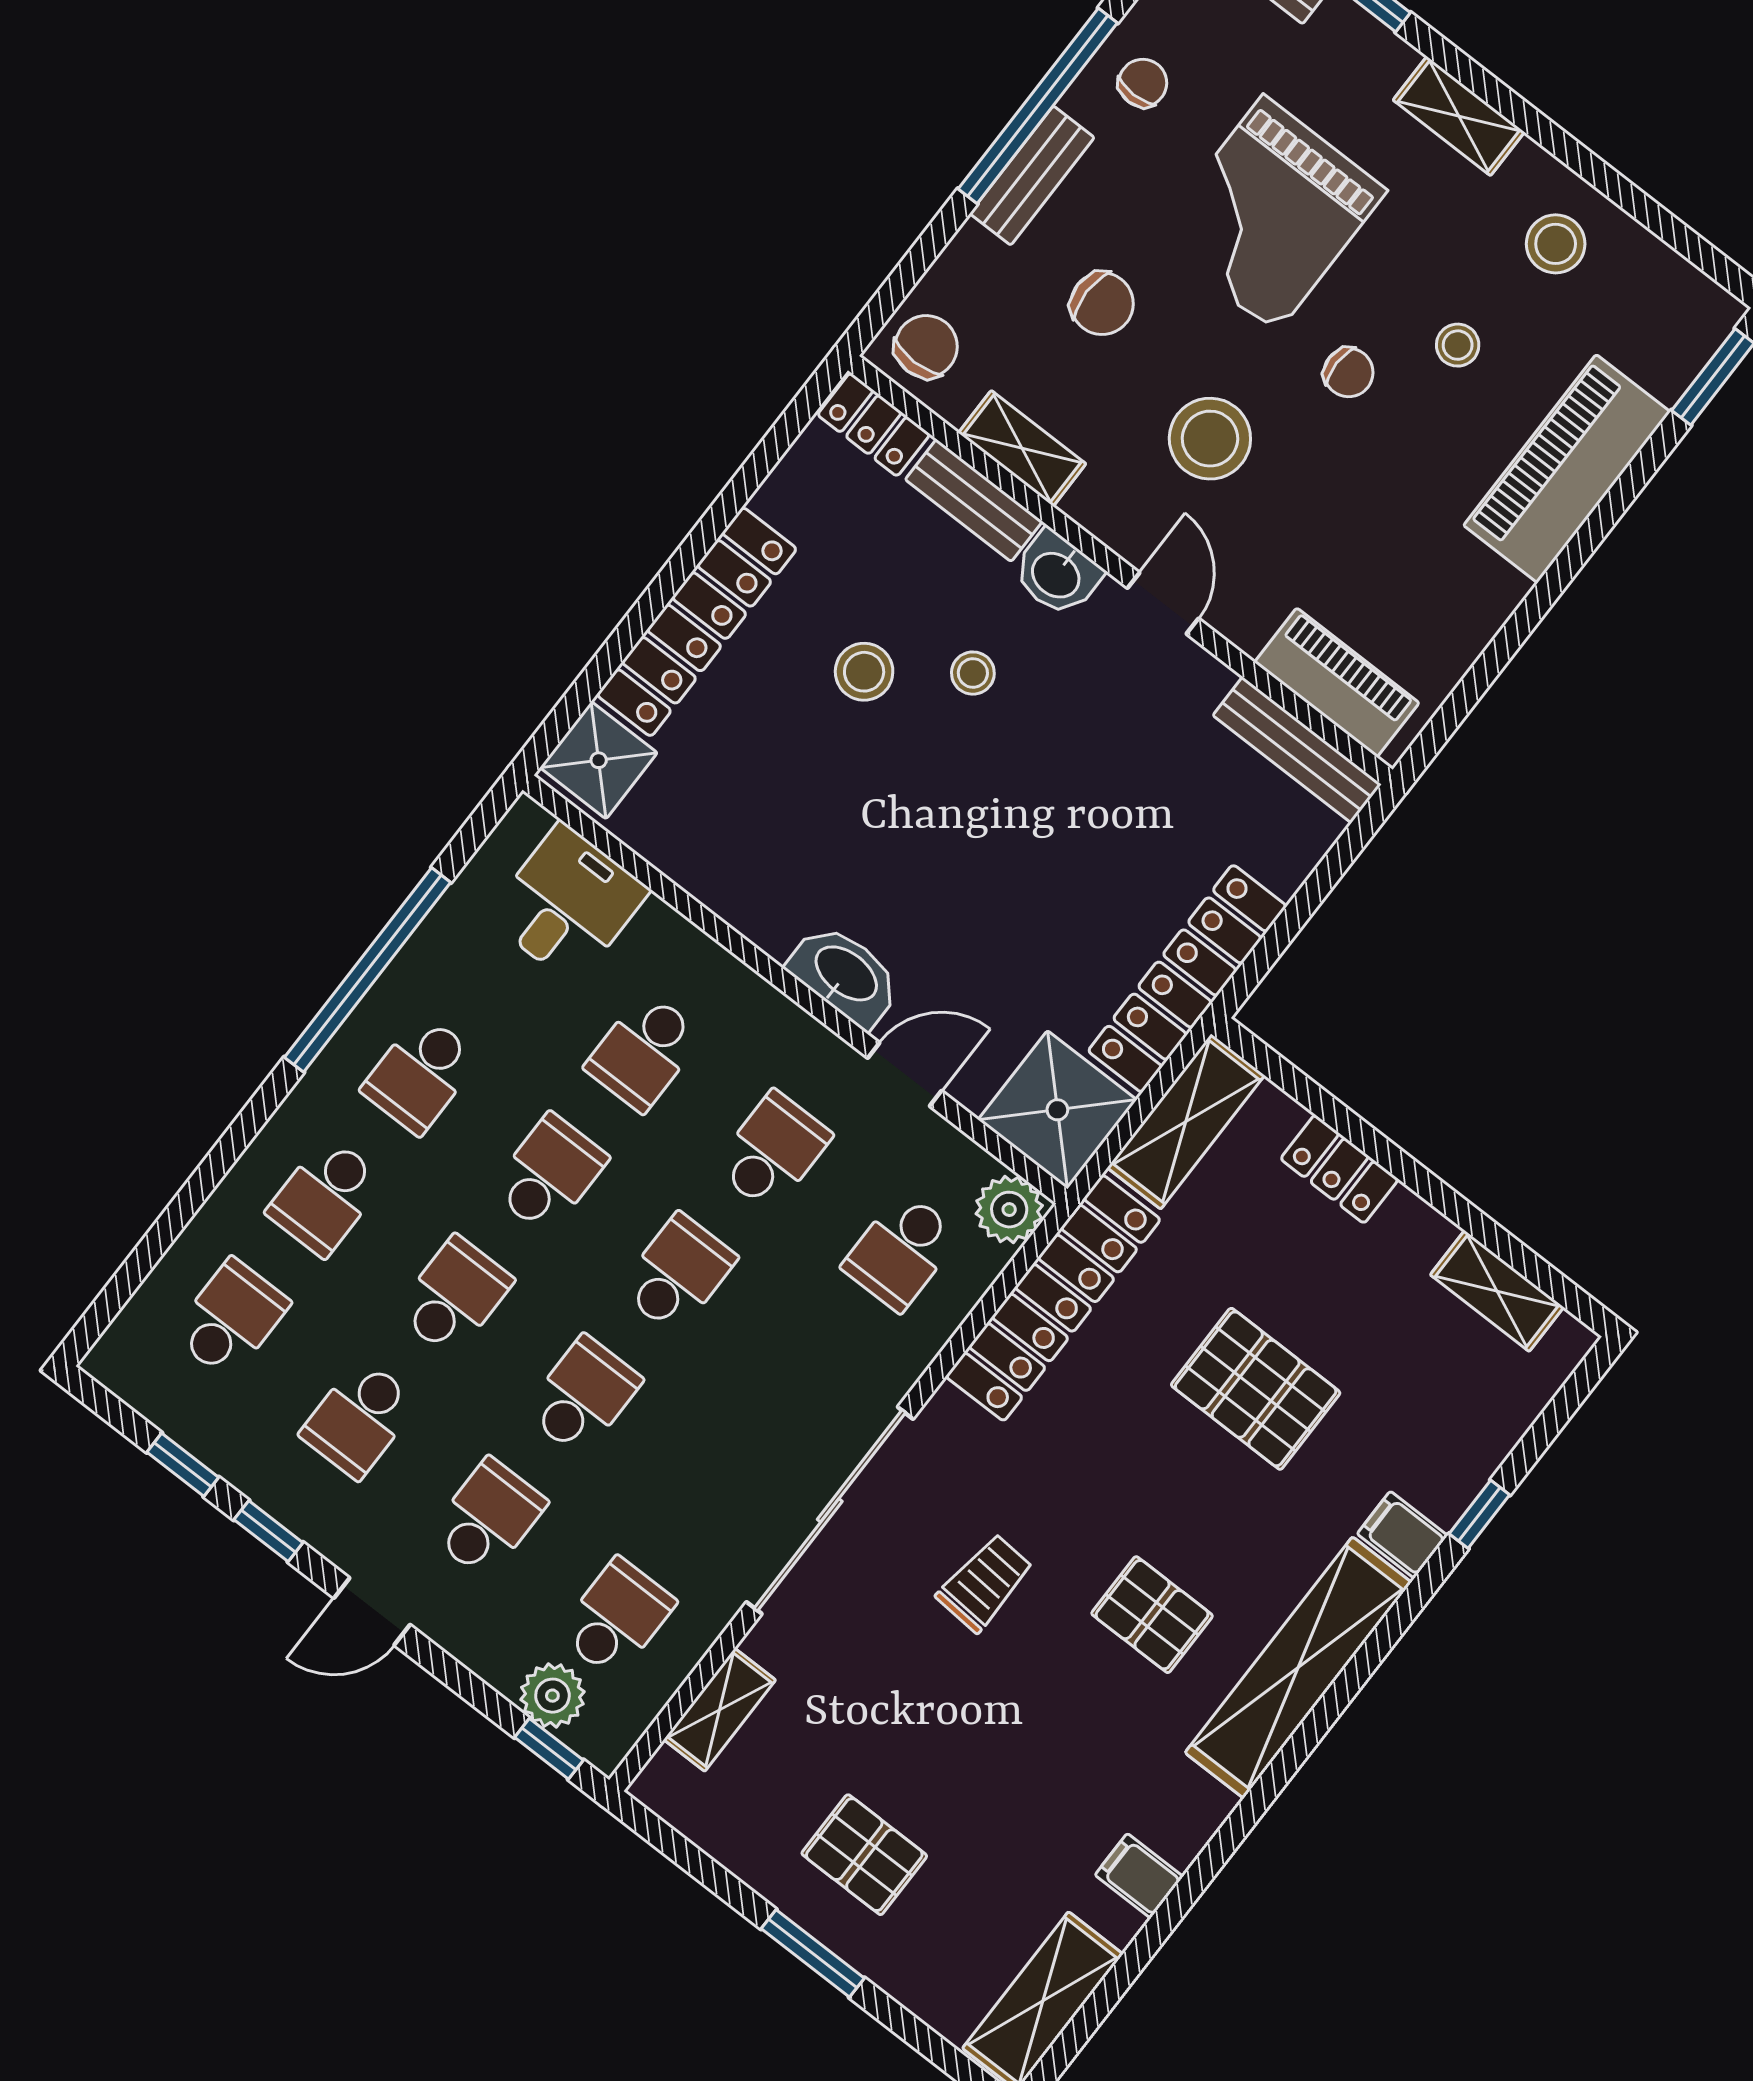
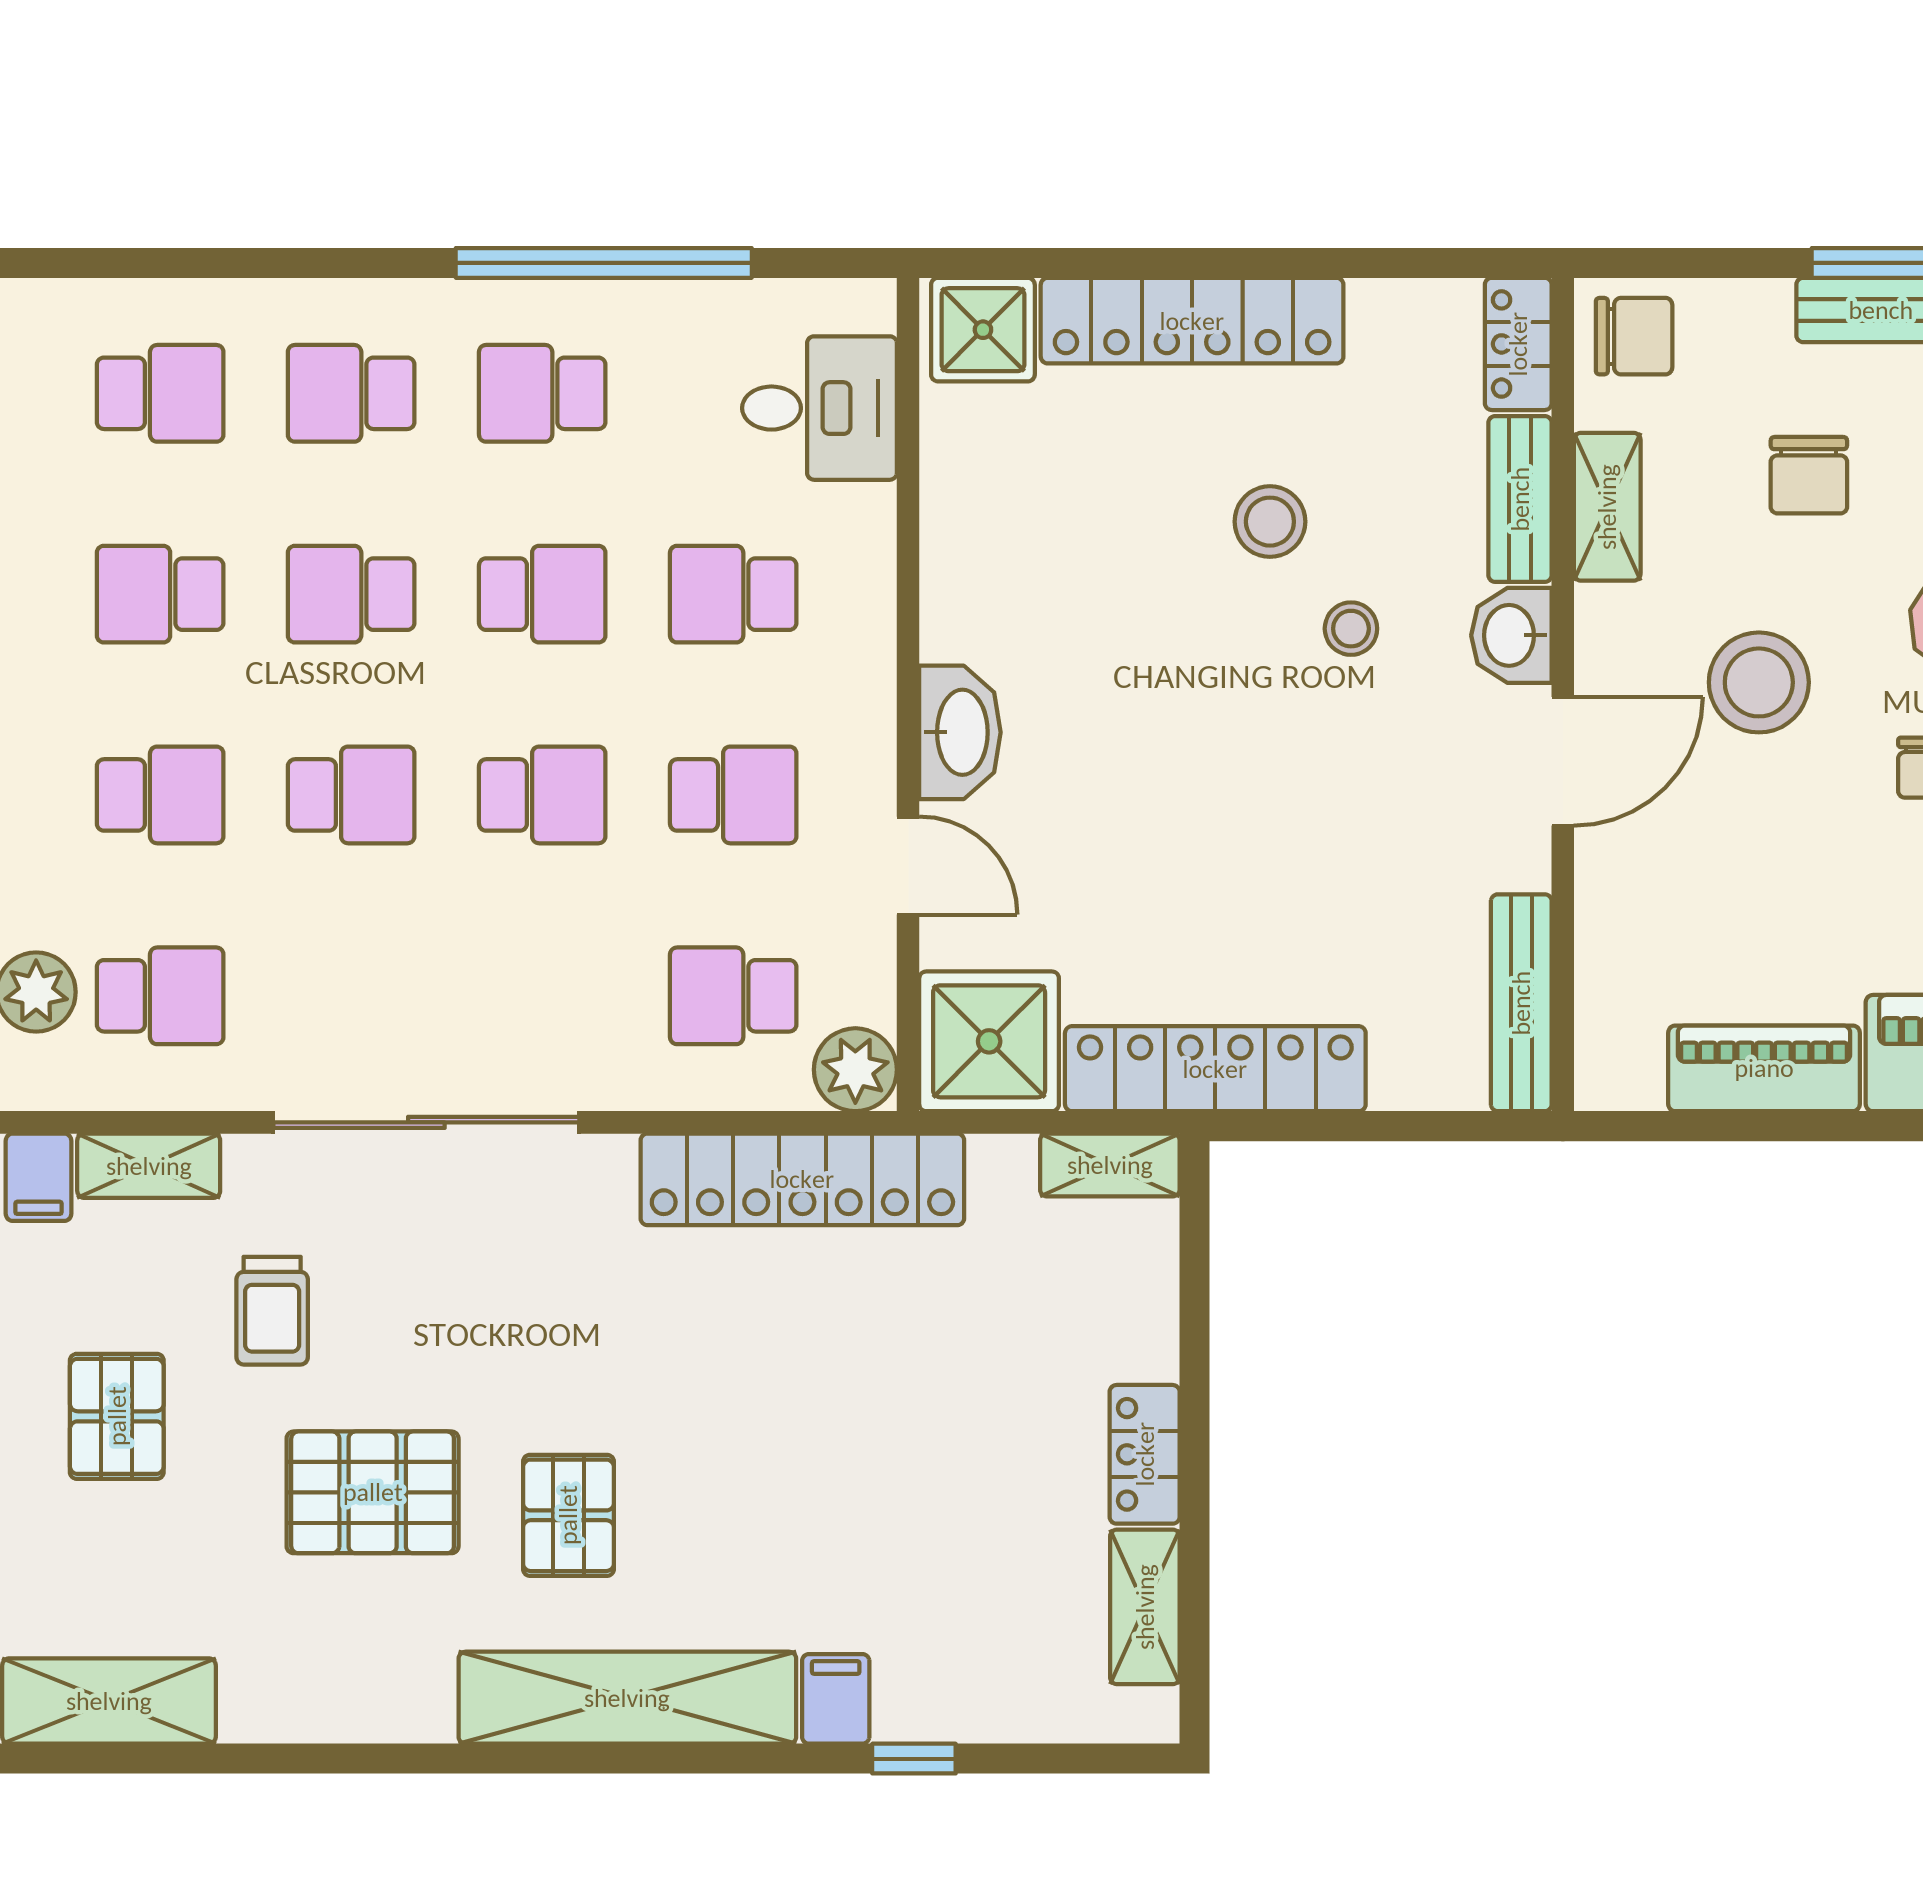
door: (1163, 603) -> (1563, 761), width x1.38
piano: (1337, 683) -> (1764, 1068), moved, turned -90
shelving: (1186, 1121) -> (1110, 1165), width x0.67, depth x0.75
locker: (1339, 1169) -> (1145, 1454), moved
school desk: (454, 1296) -> (351, 594), turned 180
pallet: (1256, 1389) -> (373, 1492), moved, turned 90
trolley: (985, 1583) -> (272, 1311), moved, turned 86
filing cabinet: (1139, 1876) -> (39, 1177), moved, turned 180

